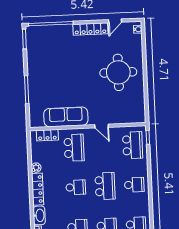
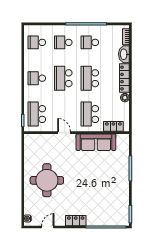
locker: (90, 29) -> (76, 221), width x0.66
school desk: (76, 187) -> (90, 78), width x1.85

